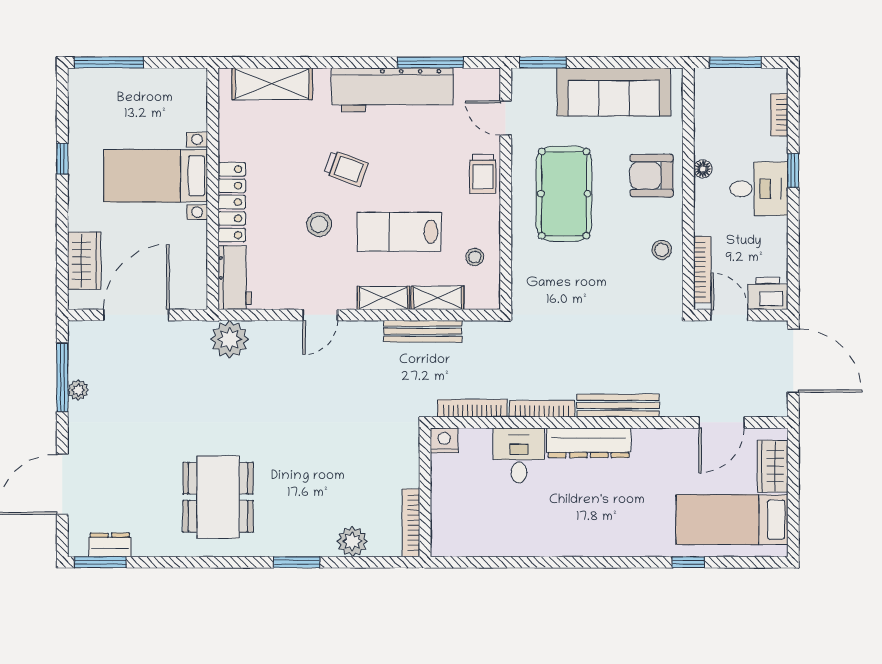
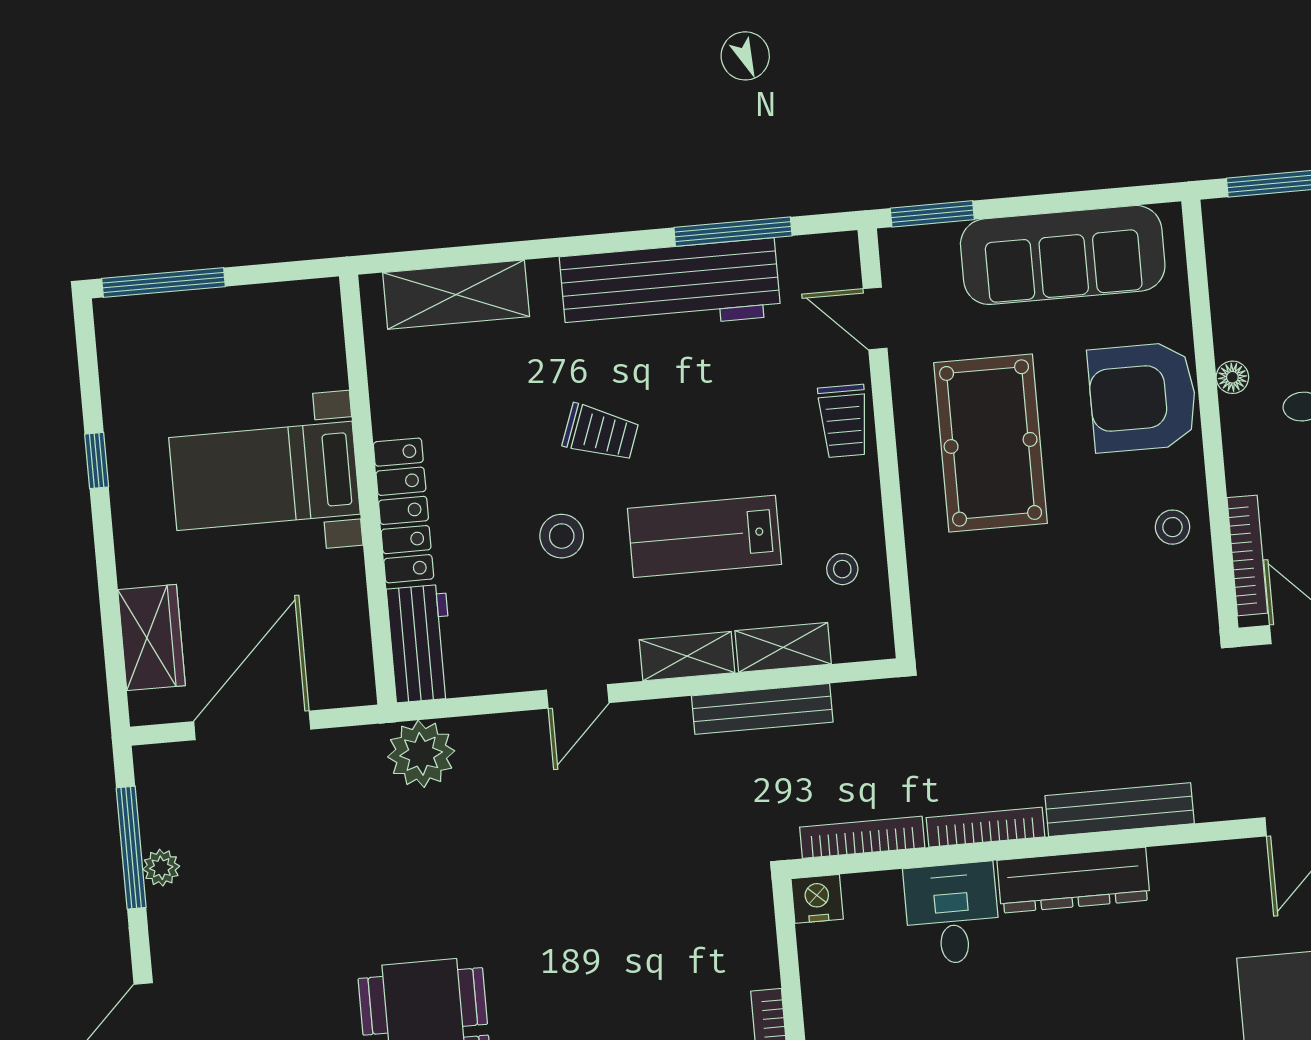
armchair: (652, 176) -> (1143, 397), width x1.36, depth x1.36

